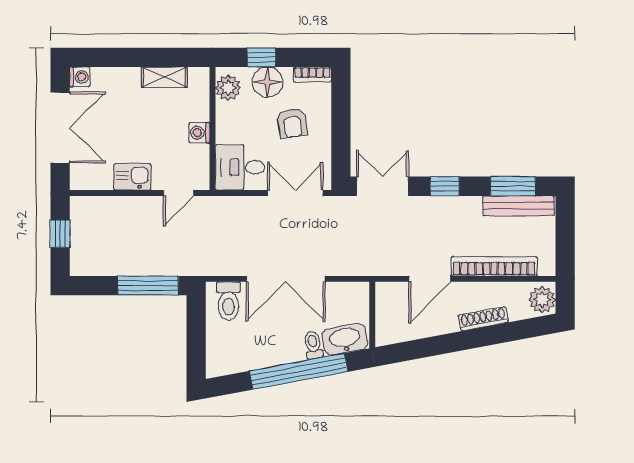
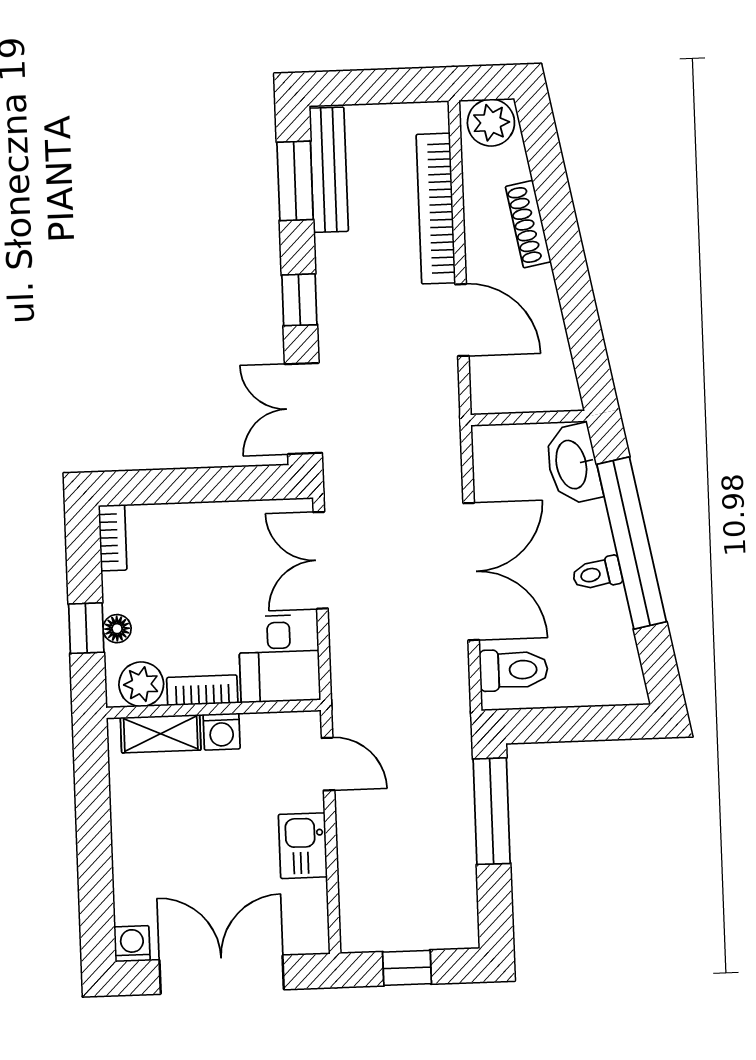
shelving: (164, 77) -> (161, 734), moved, turned 90
floor lamp: (268, 82) -> (117, 629), width x0.53, depth x0.53
bookcase: (223, 122) -> (202, 690), added
armchair: (292, 123) -> (199, 570), removed
toilet: (313, 345) -> (597, 574), moved

